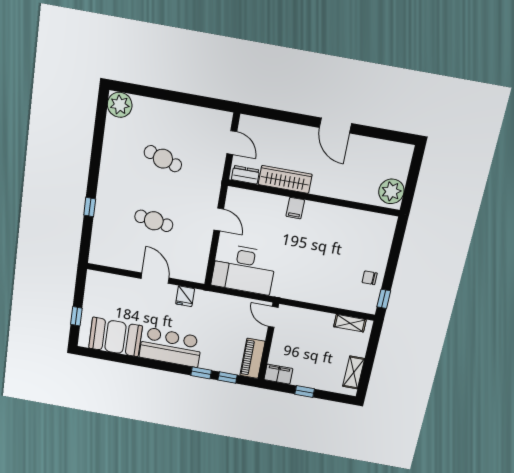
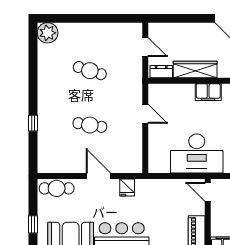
filing cabinet: (295, 208) -> (208, 92), width x2.00
desk: (244, 269) -> (197, 153), moved
cafe table: (107, 283) -> (57, 188), added

